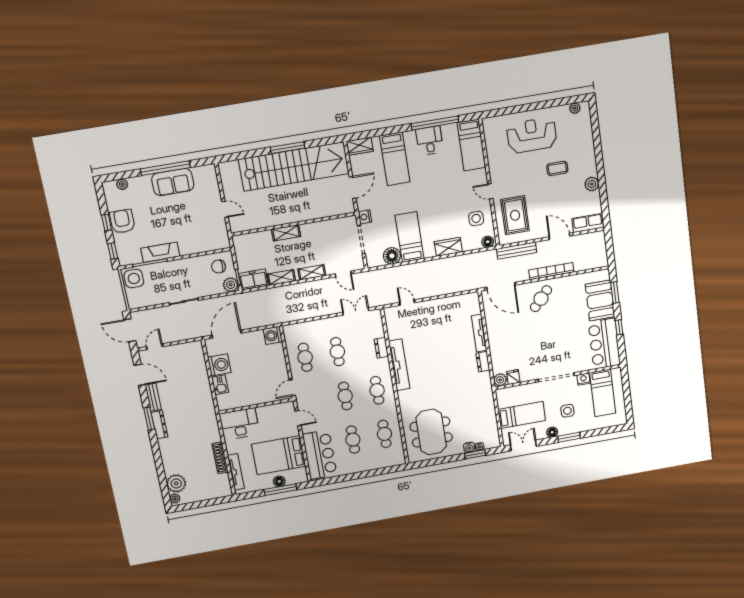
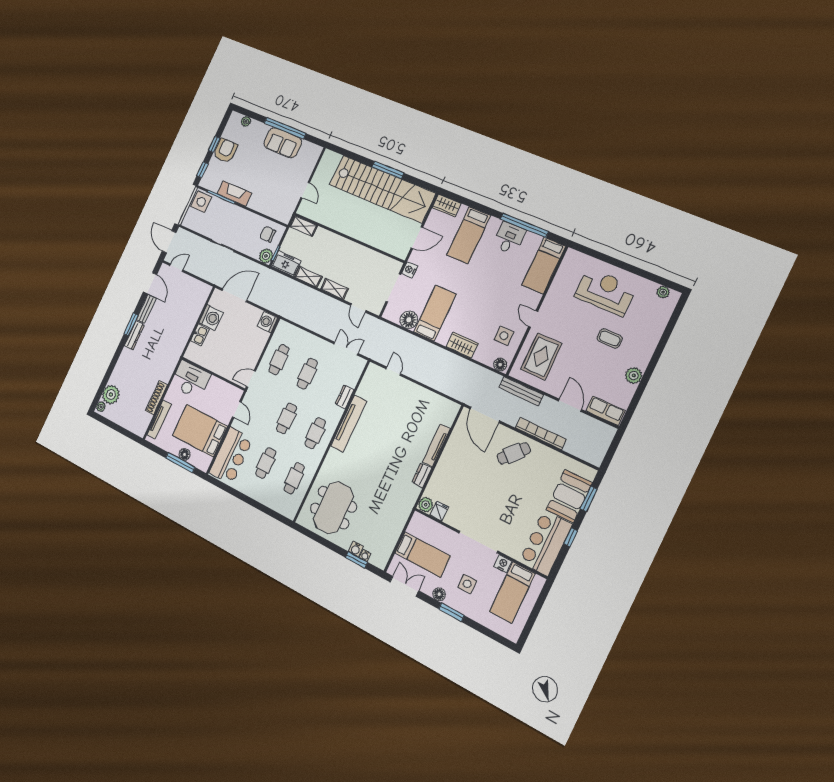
shelving: (286, 233) -> (303, 226), moved

